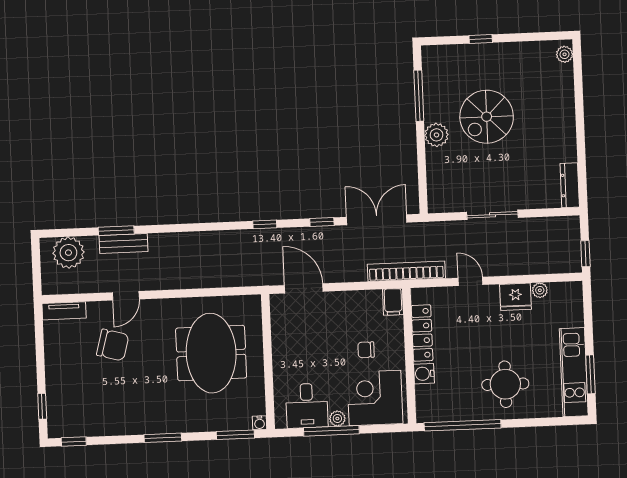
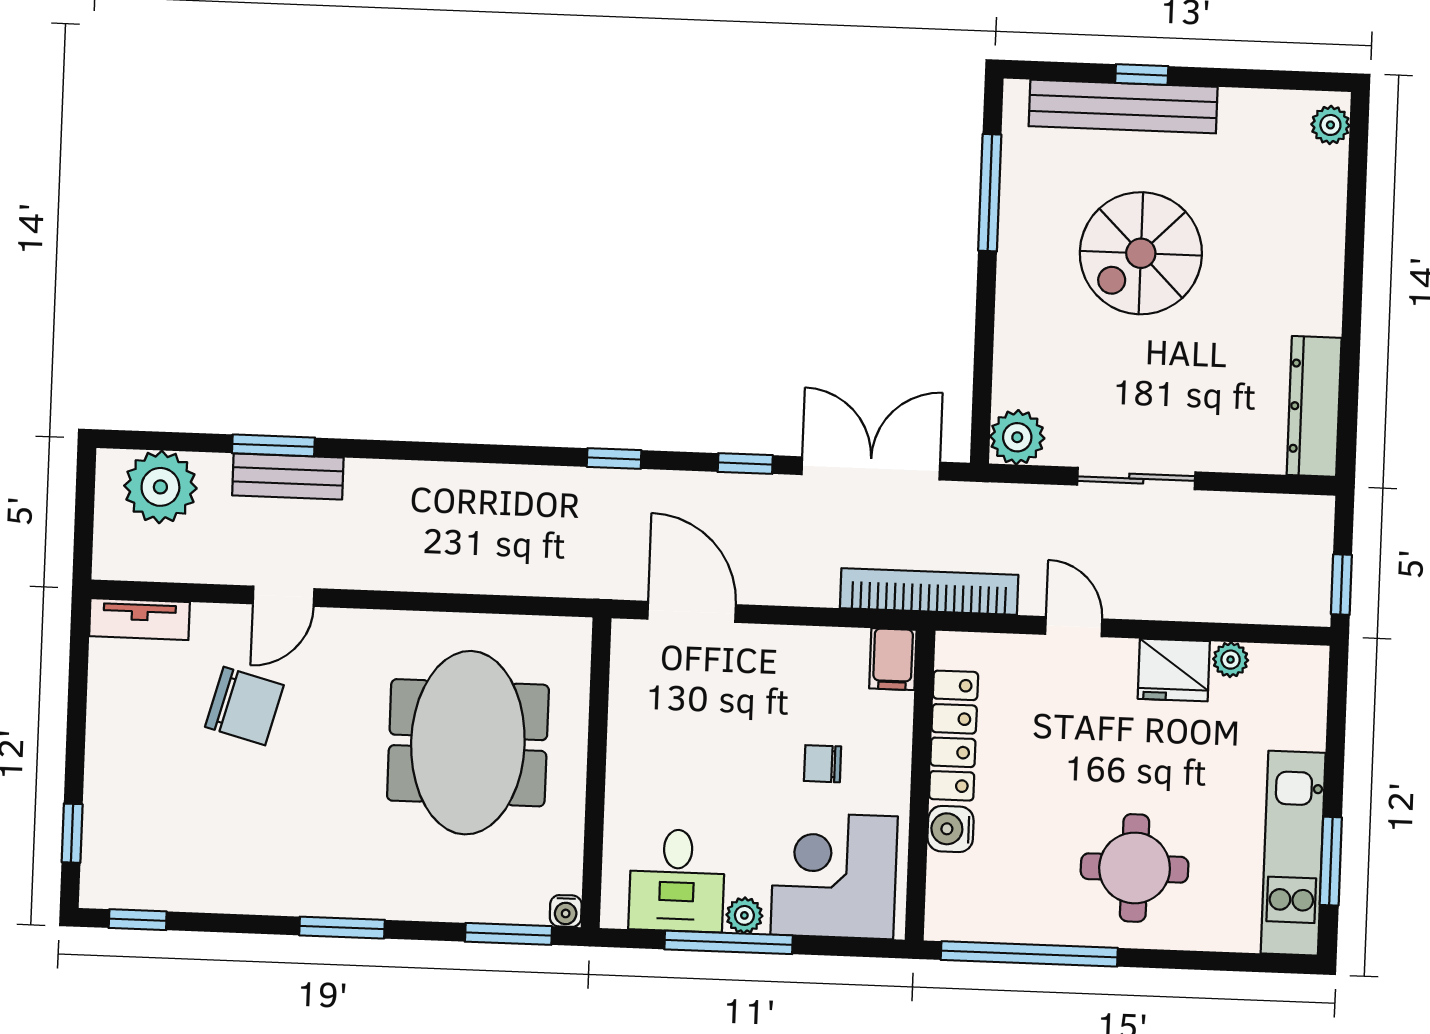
bench: (474, 54) -> (1123, 107), added
plant: (436, 135) -> (1017, 437), moved
dresser: (570, 185) -> (1314, 406), width x1.37, depth x1.24

